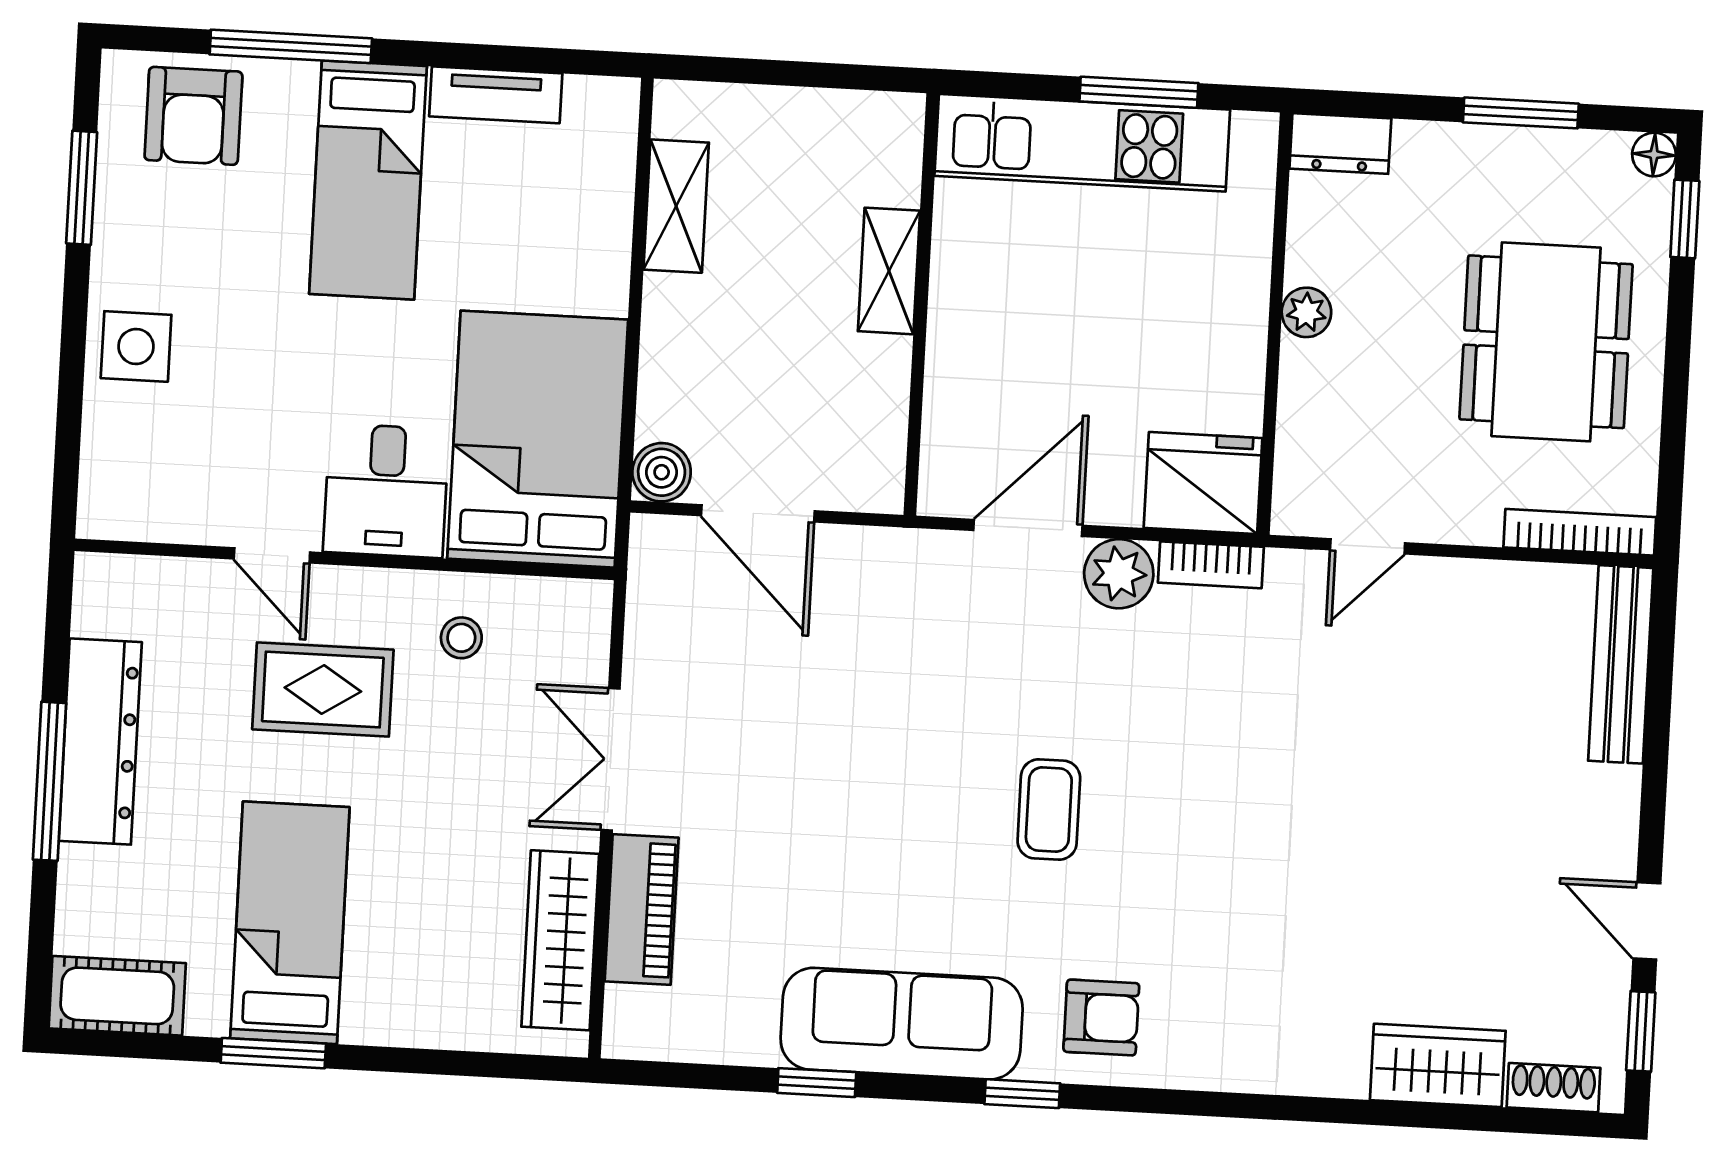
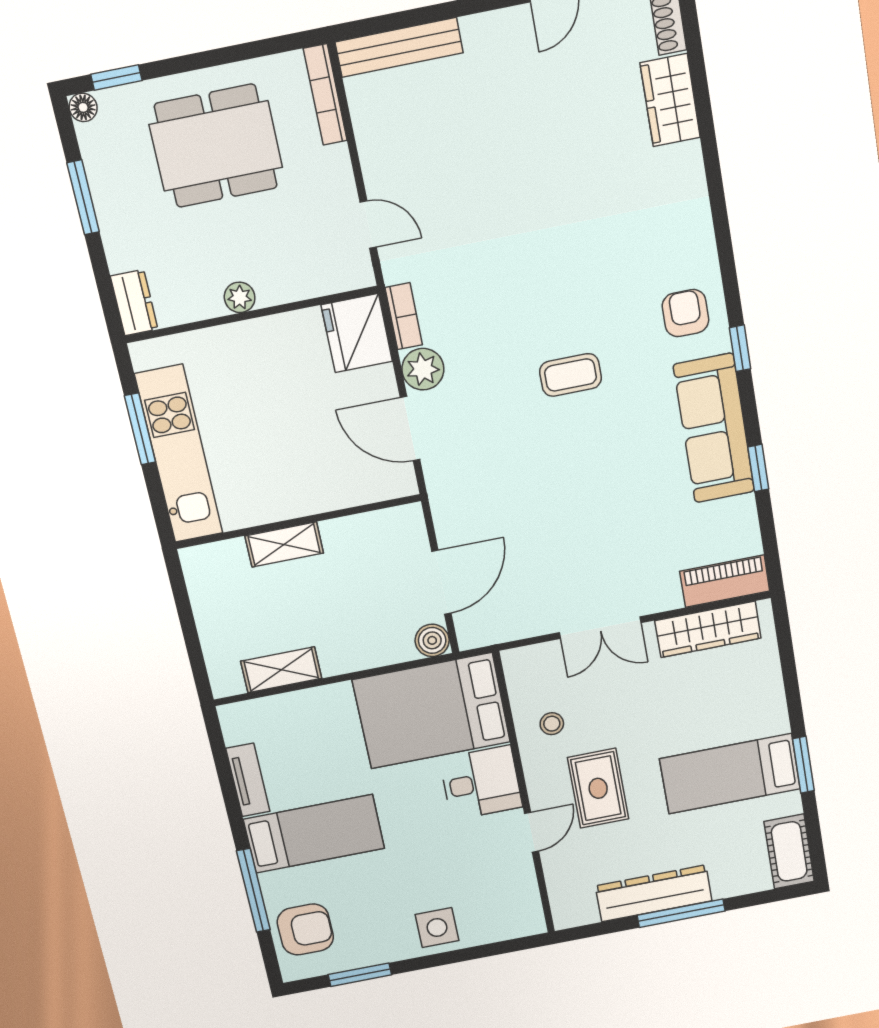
piano: (642, 909) -> (725, 581), moved

